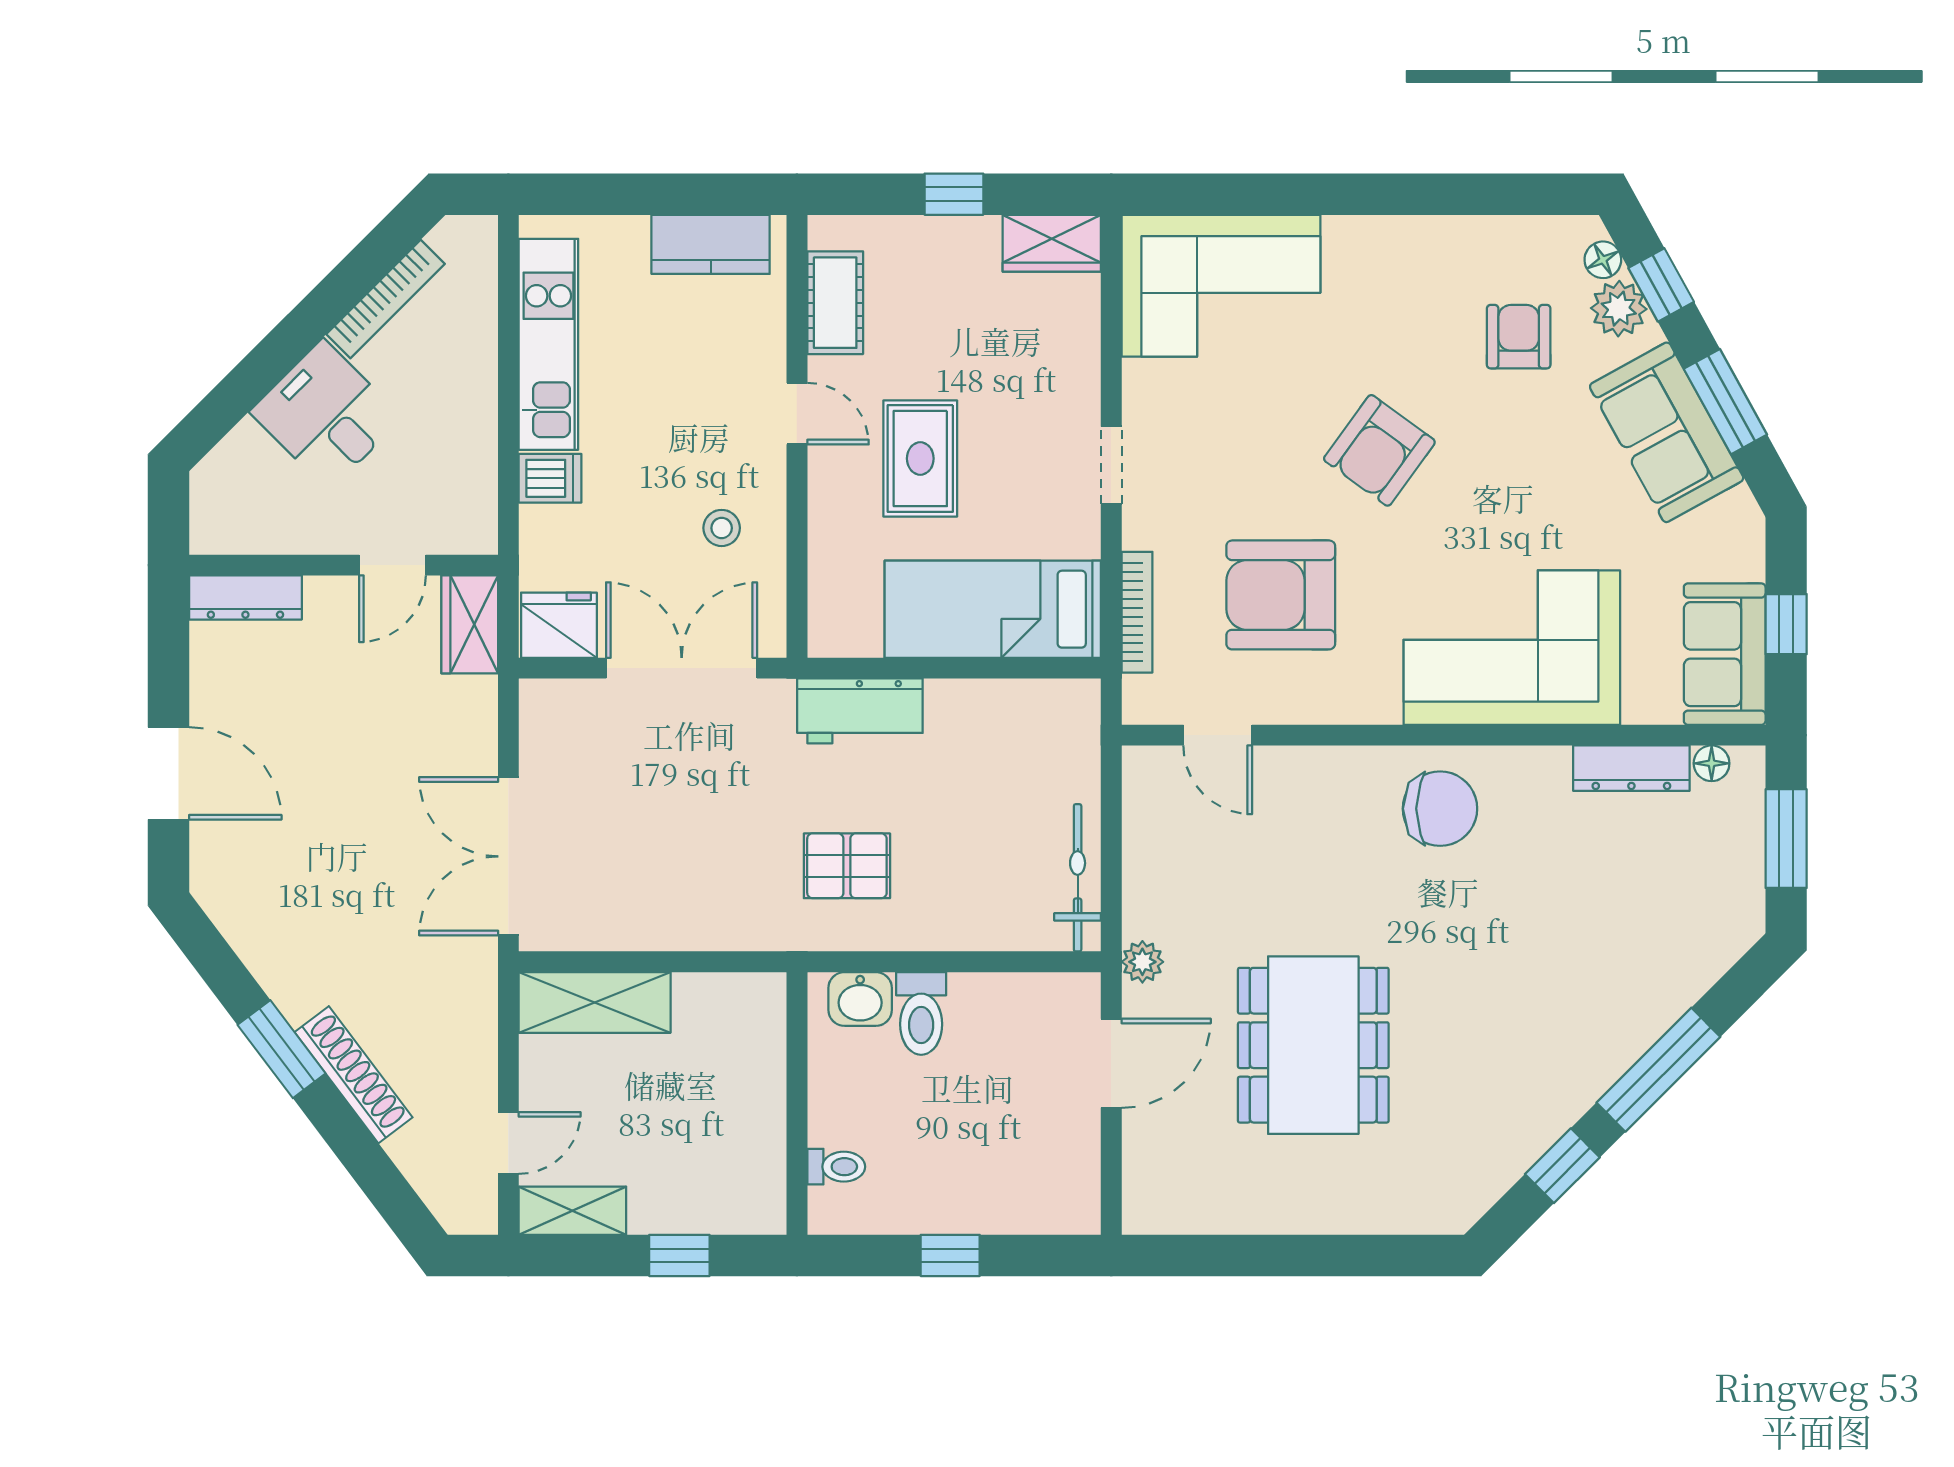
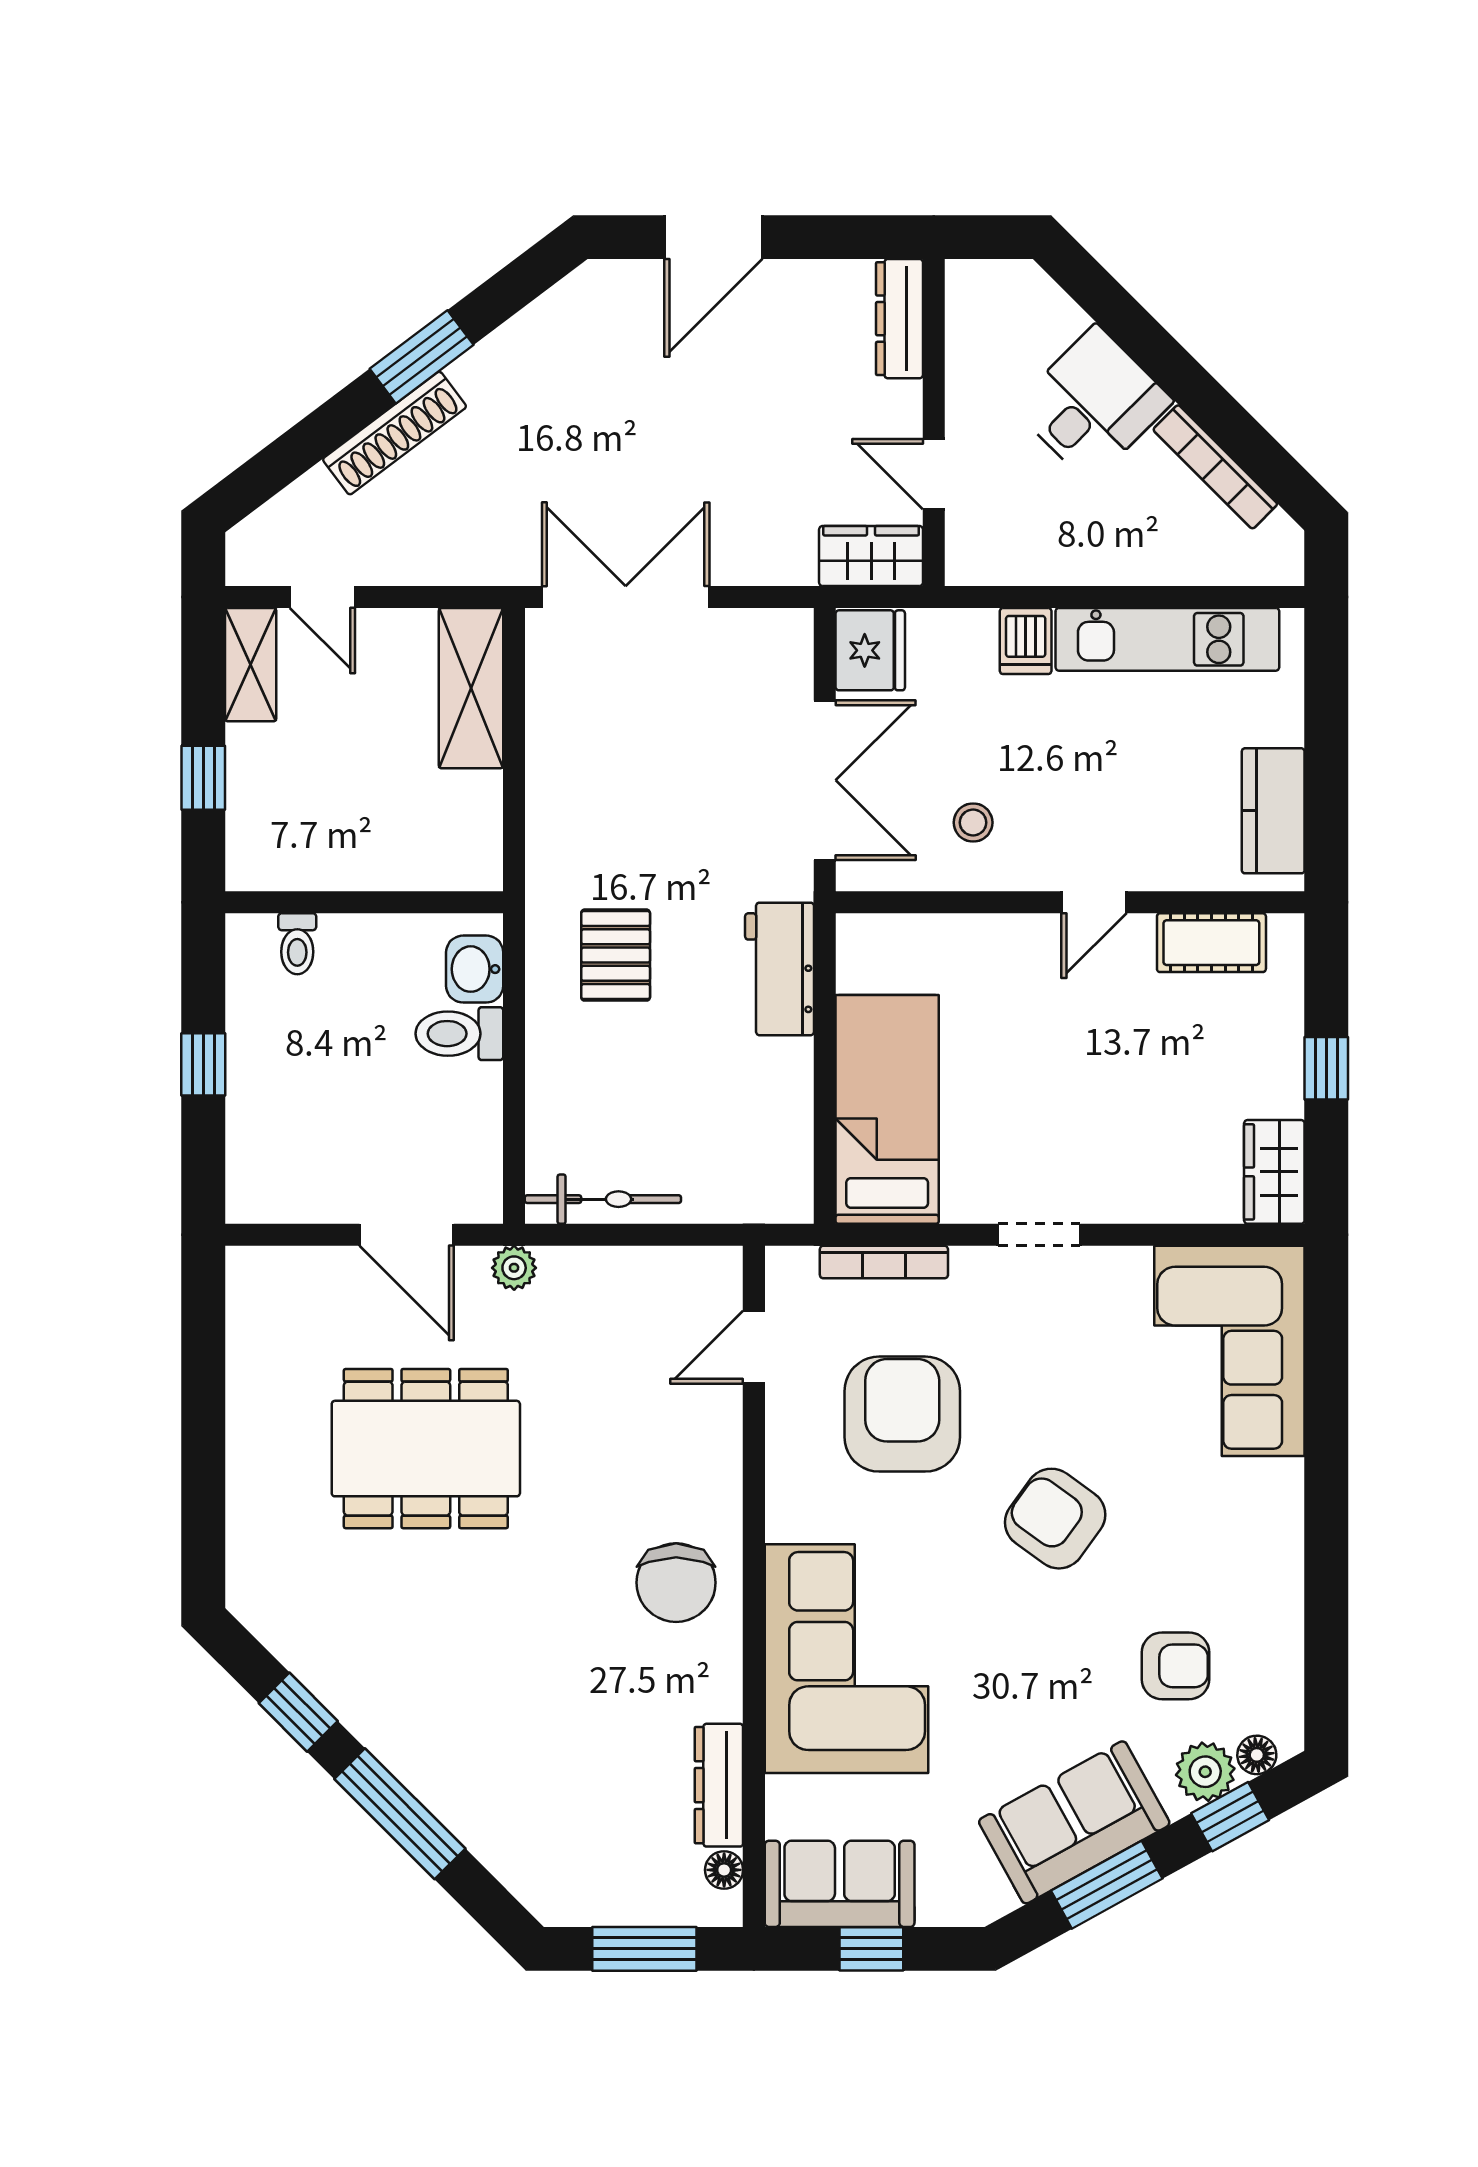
rug: (920, 459) -> (1047, 1033), removed

